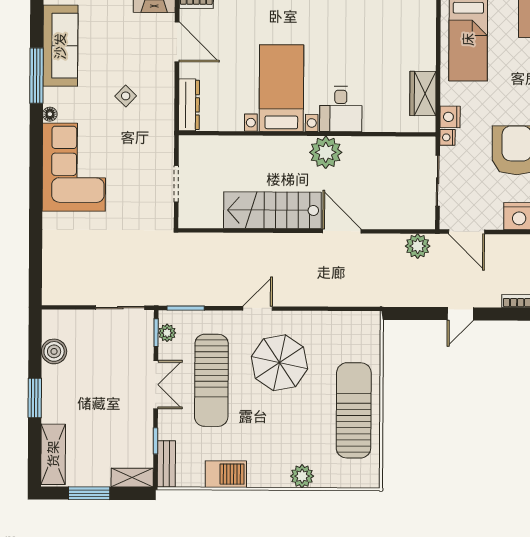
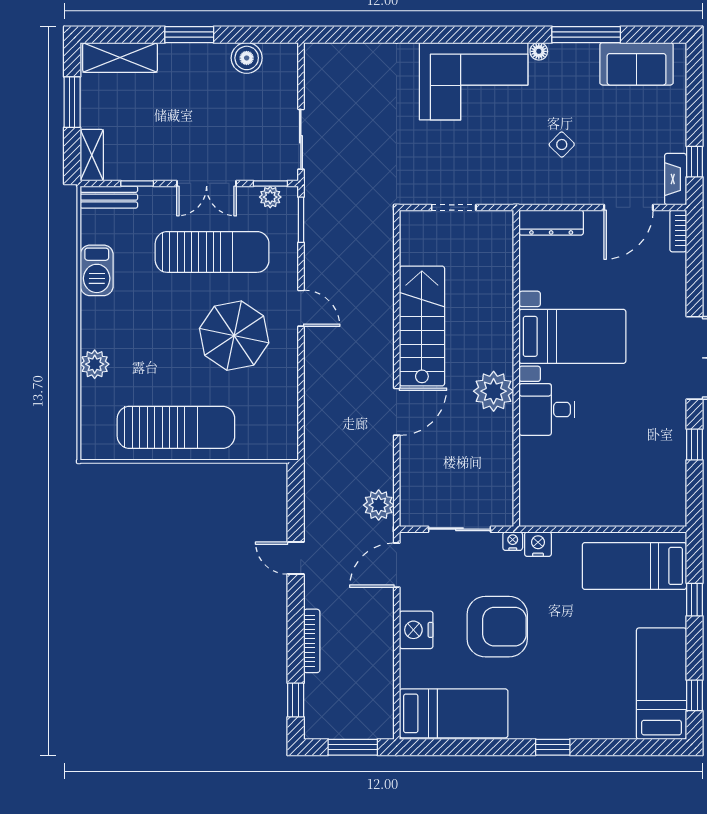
sofa: (60, 46) -> (637, 64), width x0.73
wardrobe: (423, 93) -> (567, 511), removed
sun lounger: (211, 380) -> (212, 252), turned 180

